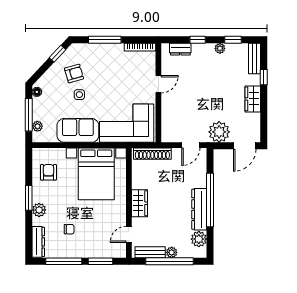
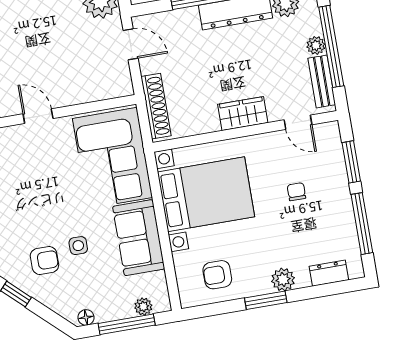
armchair: (74, 73) -> (44, 261), turned 106
chair: (69, 229) -> (296, 192), moved
dresser: (38, 242) -> (329, 273), width x0.70

